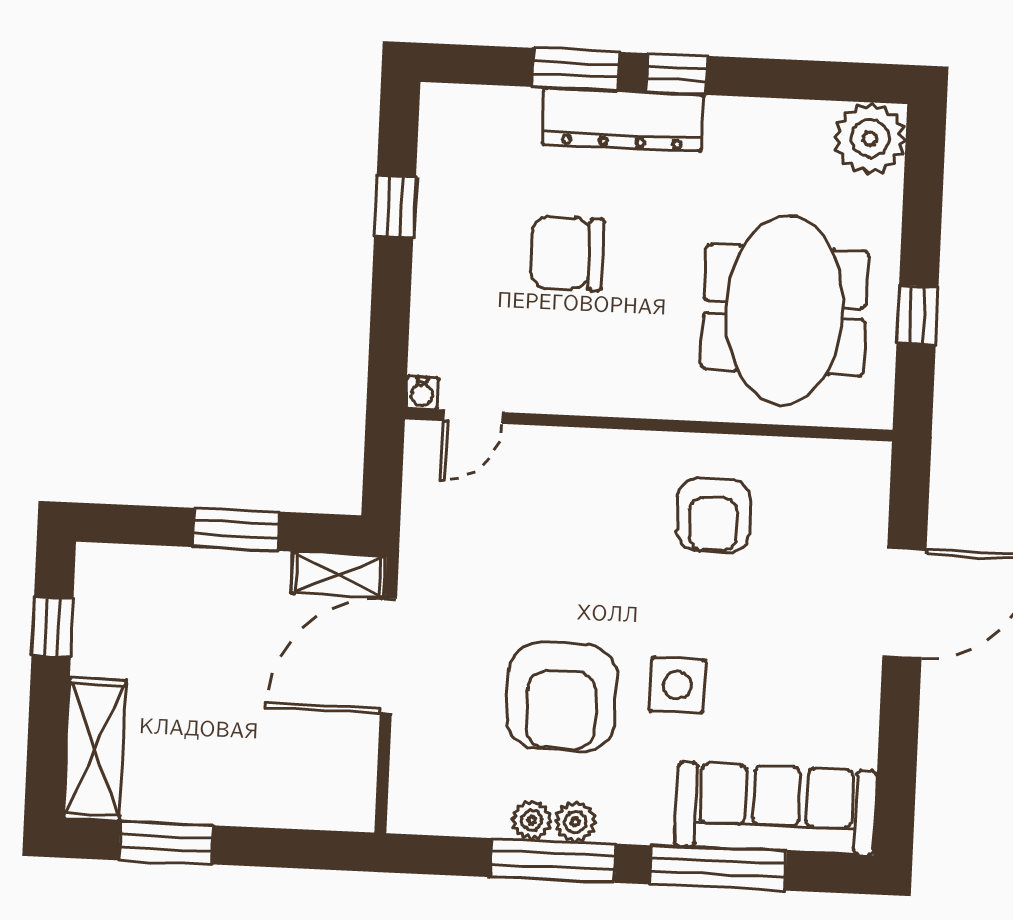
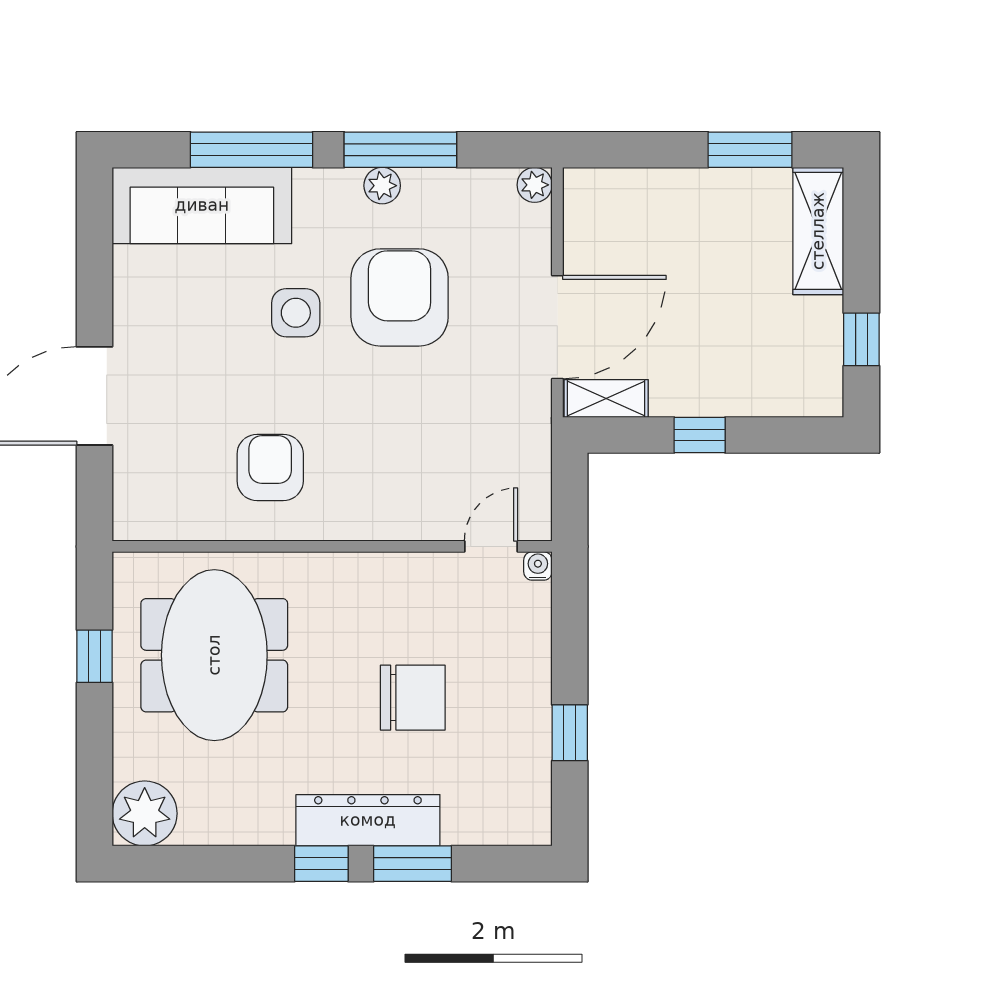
window: (236, 529) -> (700, 435), width x0.67
plant: (532, 820) -> (535, 185), moved

